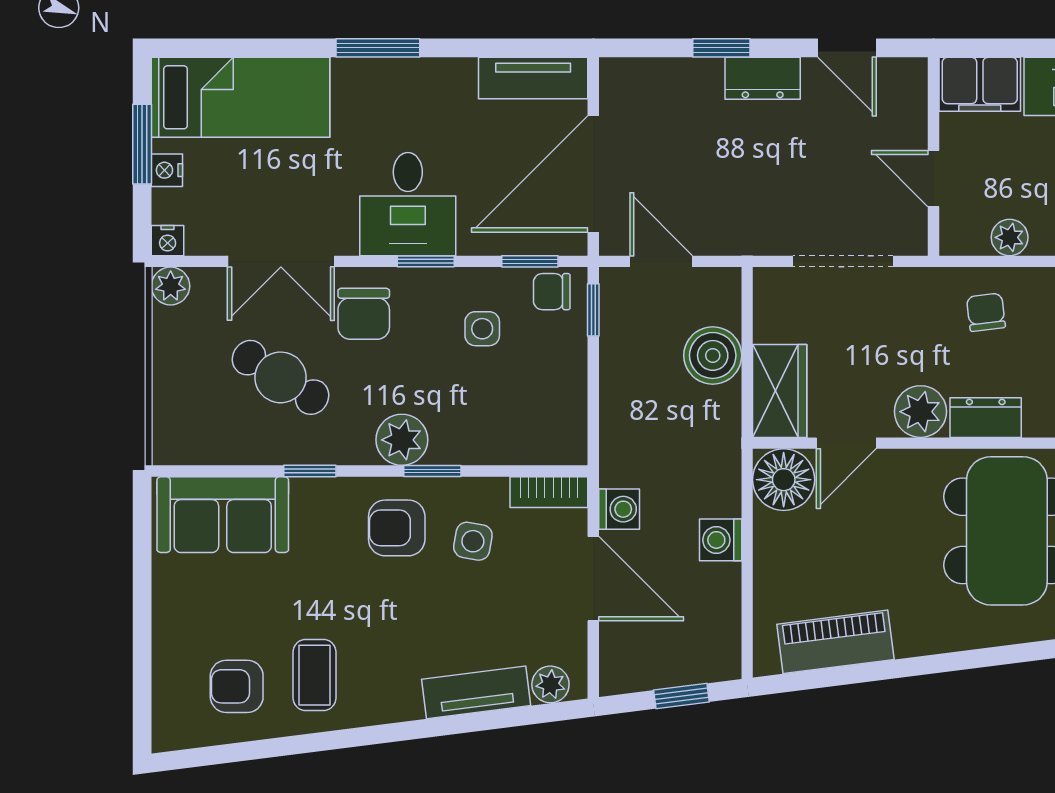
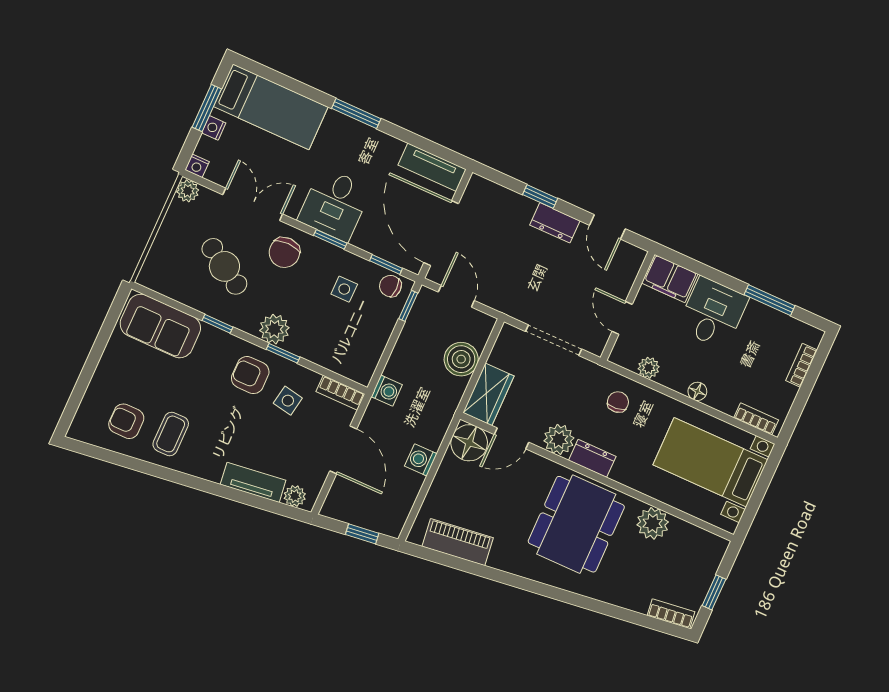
door: (593, 174) -> (441, 233), hinge flipped
double door: (281, 261) -> (253, 204), swing flipped
washing machine: (619, 509) -> (387, 391), moved

